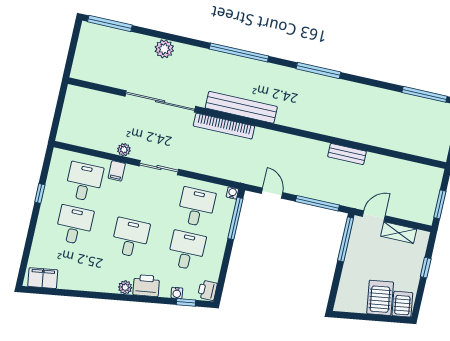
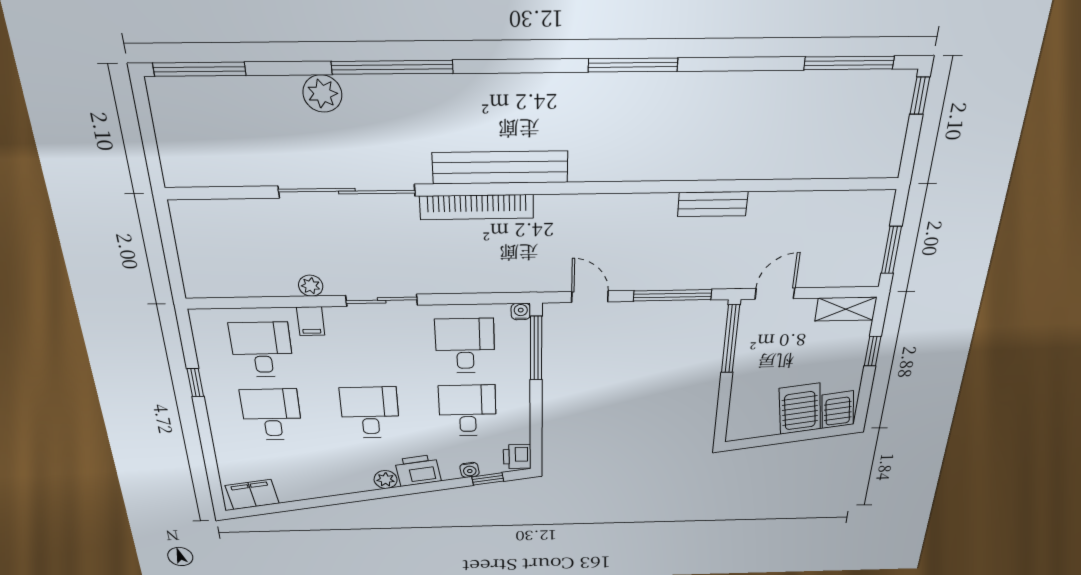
window: (239, 53) -> (392, 67), moved
shelving: (399, 233) -> (846, 309), moved

